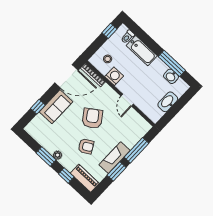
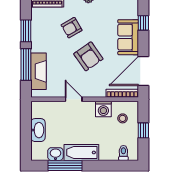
window: (109, 31) -> (143, 130), moved
bathtub: (142, 51) -> (81, 152), moved
fireplace: (115, 158) -> (39, 71), moved

